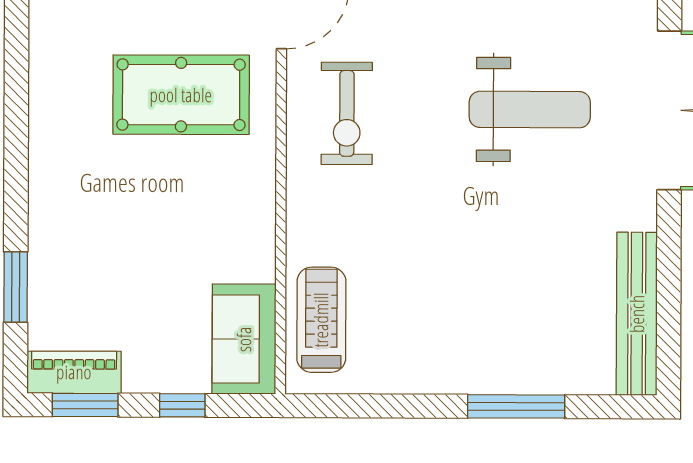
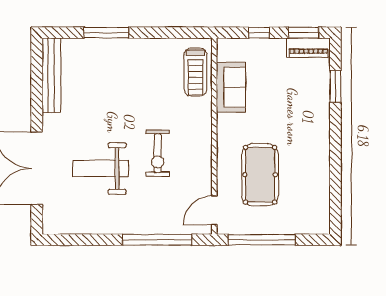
pool table: (181, 95) -> (260, 175), turned 90
exercise bike: (347, 113) -> (158, 153), moved, turned 180
sofa: (244, 339) -> (231, 87), moved

